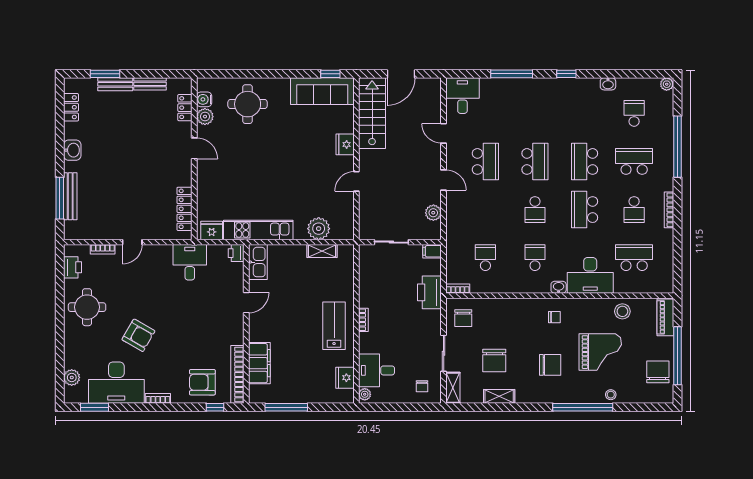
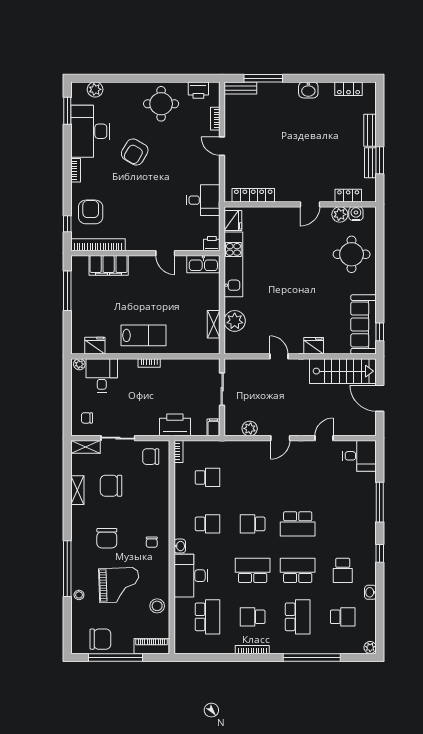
window: (105, 74) -> (380, 160), moved
school desk: (485, 161) -> (343, 570), moved, width x0.54
bench: (70, 196) -> (240, 88), moved, width x0.73
grand piano: (600, 352) -> (119, 585), turned -92

